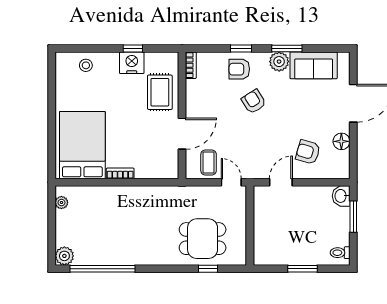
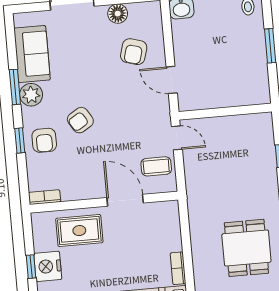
door: (231, 182) -> (177, 138), swing flipped
dining table: (203, 239) -> (246, 248), moved

